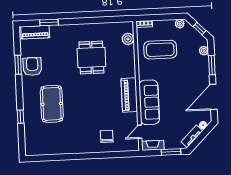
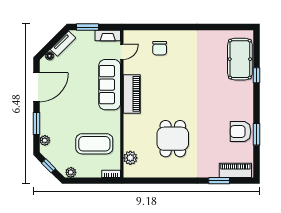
armchair: (32, 67) -> (241, 132), turned 90
pool table: (52, 104) -> (240, 59), moved

